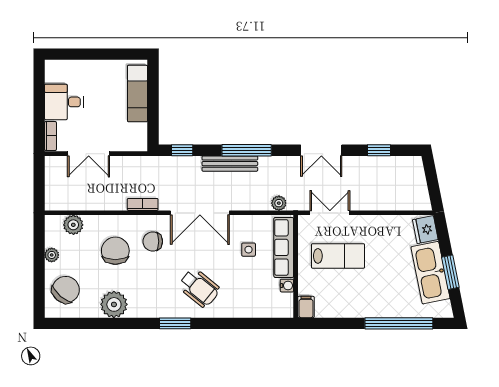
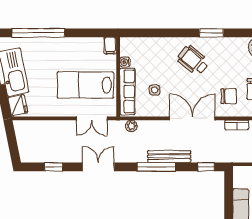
lab bench: (338, 256) -> (85, 85), width x1.36, depth x1.39

